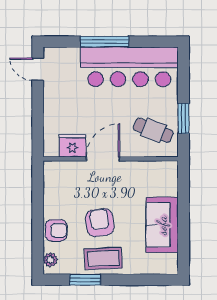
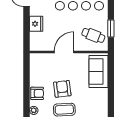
fridge: (72, 146) -> (36, 24), moved, turned 90
sofa: (162, 225) -> (98, 72), moved

